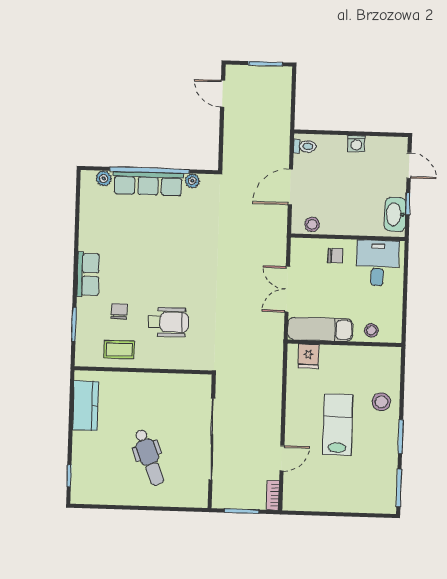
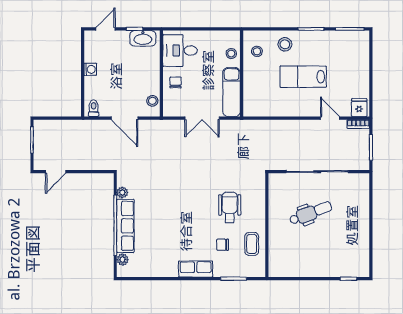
fridge: (308, 356) -> (359, 108), moved, turned -90
stool: (373, 365) -> (257, 51), added
kitchen counter: (86, 406) -> (295, 268), removed
dental chair: (149, 457) -> (311, 213), moved

